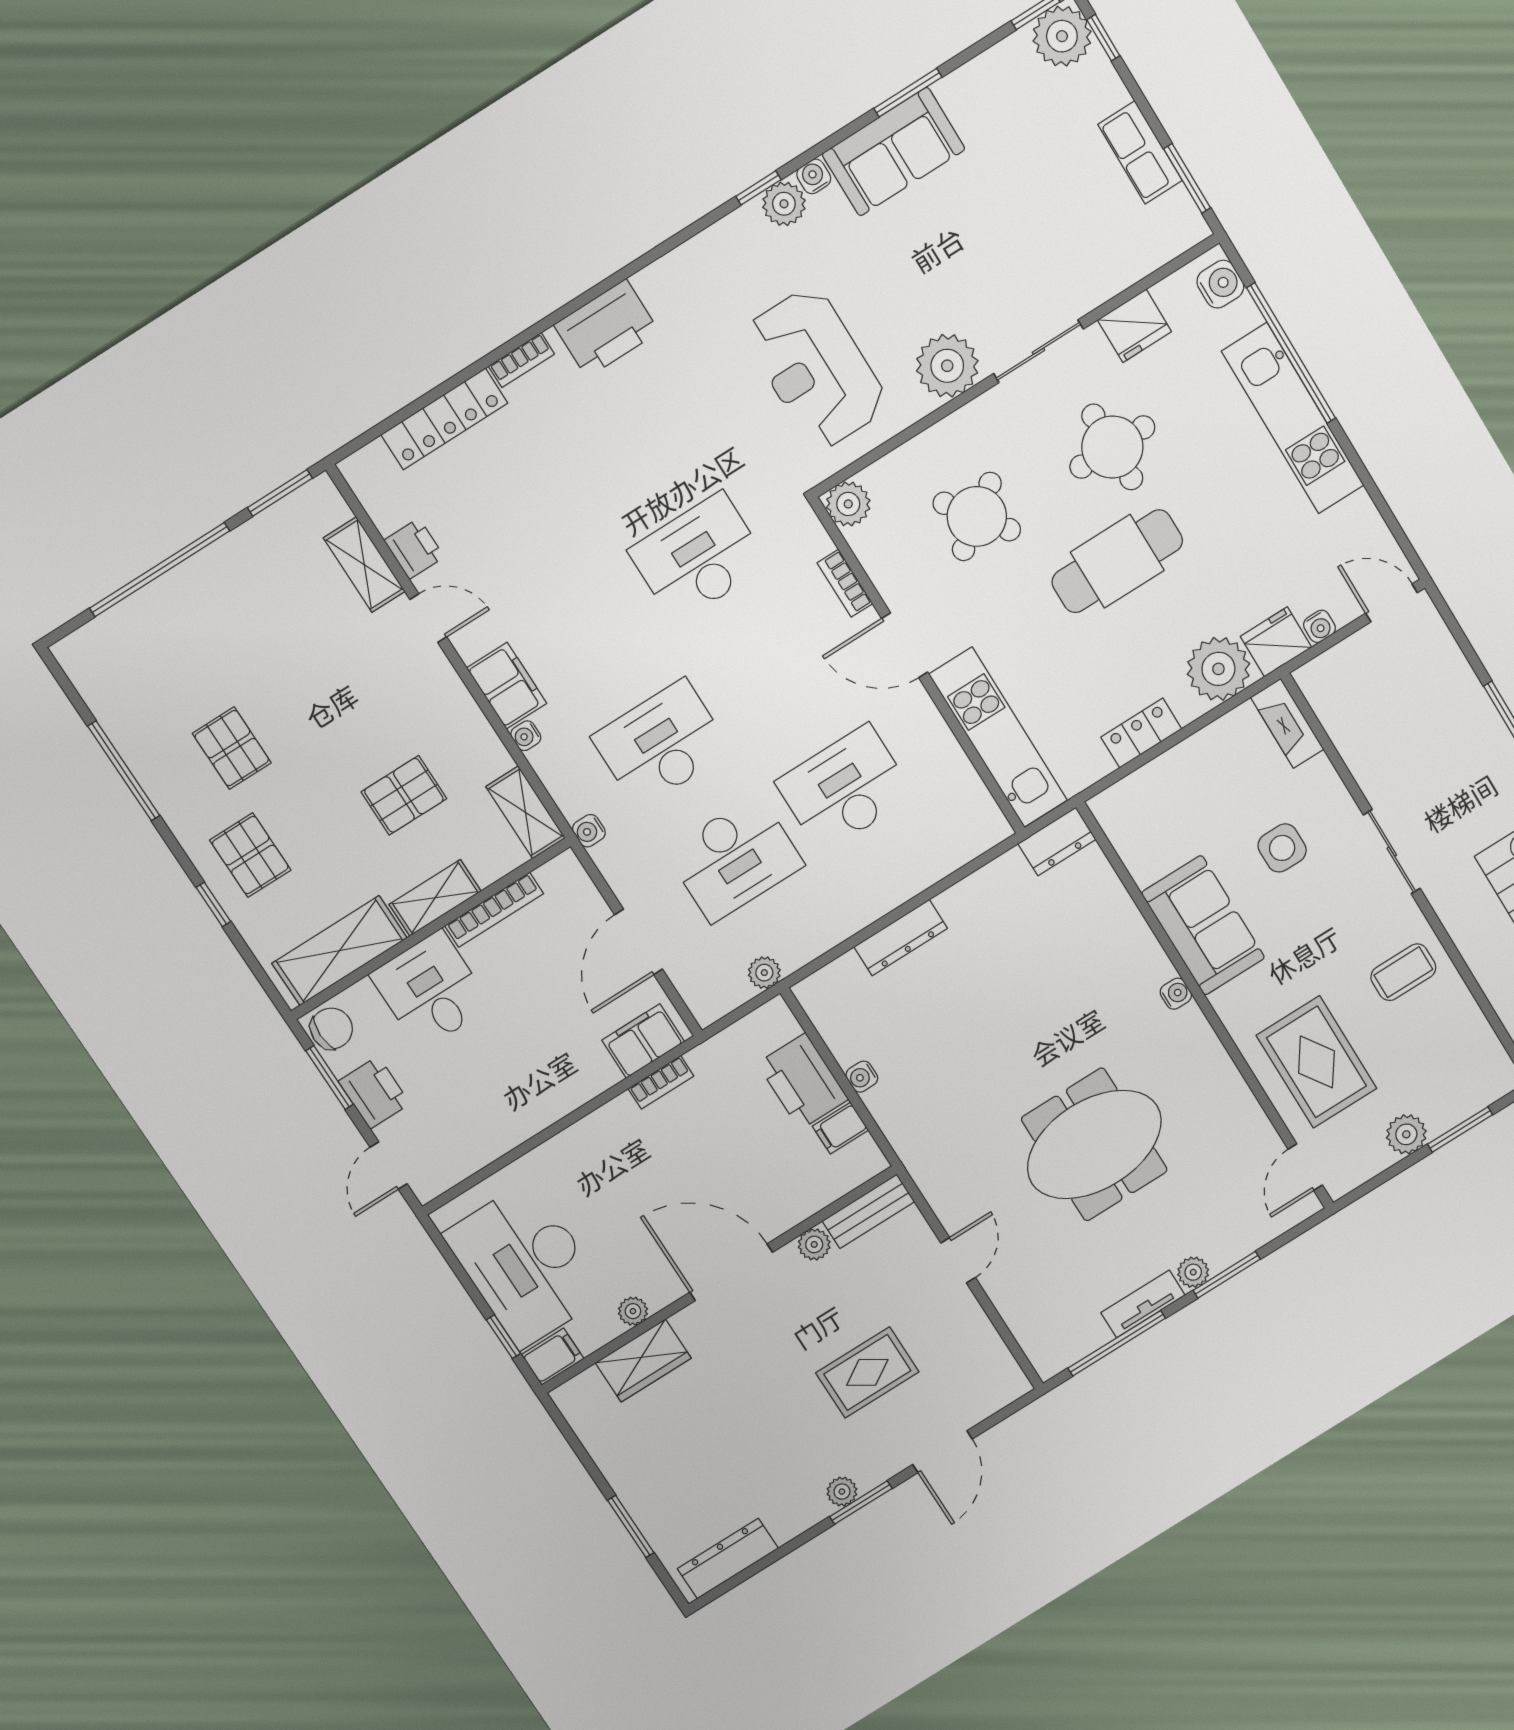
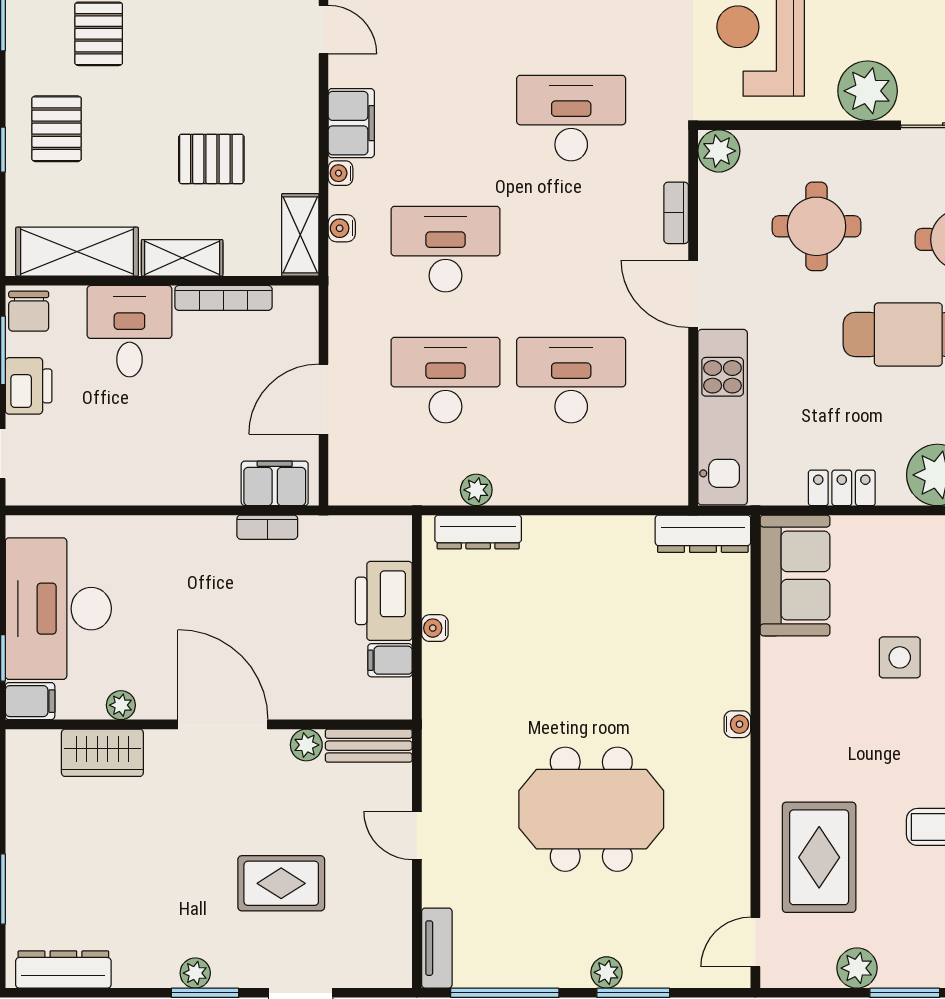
round table: (977, 516) -> (817, 226), turned 36
water cooler: (589, 831) -> (342, 228), moved
dresser: (1057, 841) -> (703, 534), width x1.44
desk: (735, 858) -> (445, 380), turned 180
sofa: (1203, 925) -> (795, 576), moved
dresser: (901, 938) -> (478, 532), moved
plant: (764, 973) -> (476, 490), moved
chair: (331, 1029) -> (29, 311), turned 90
door: (958, 1260) -> (417, 836), swing flipped
tv unit: (1143, 1304) -> (437, 948), moved, turned 90

